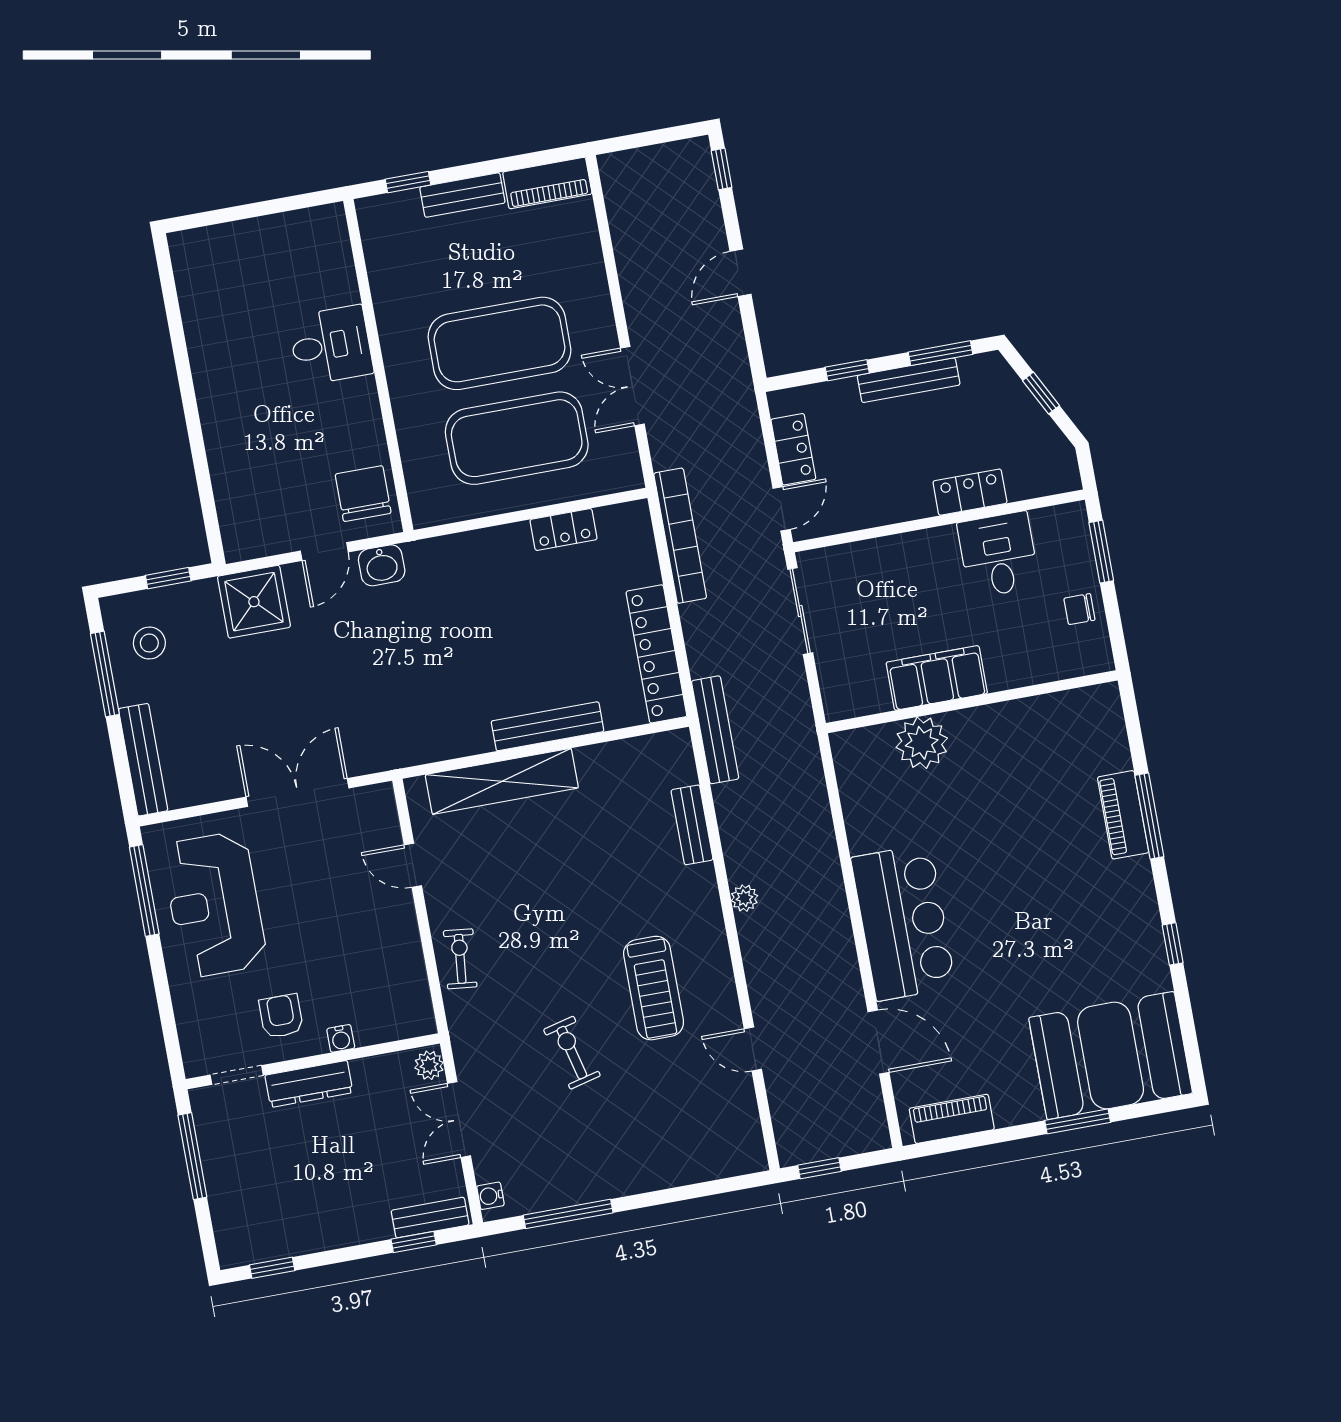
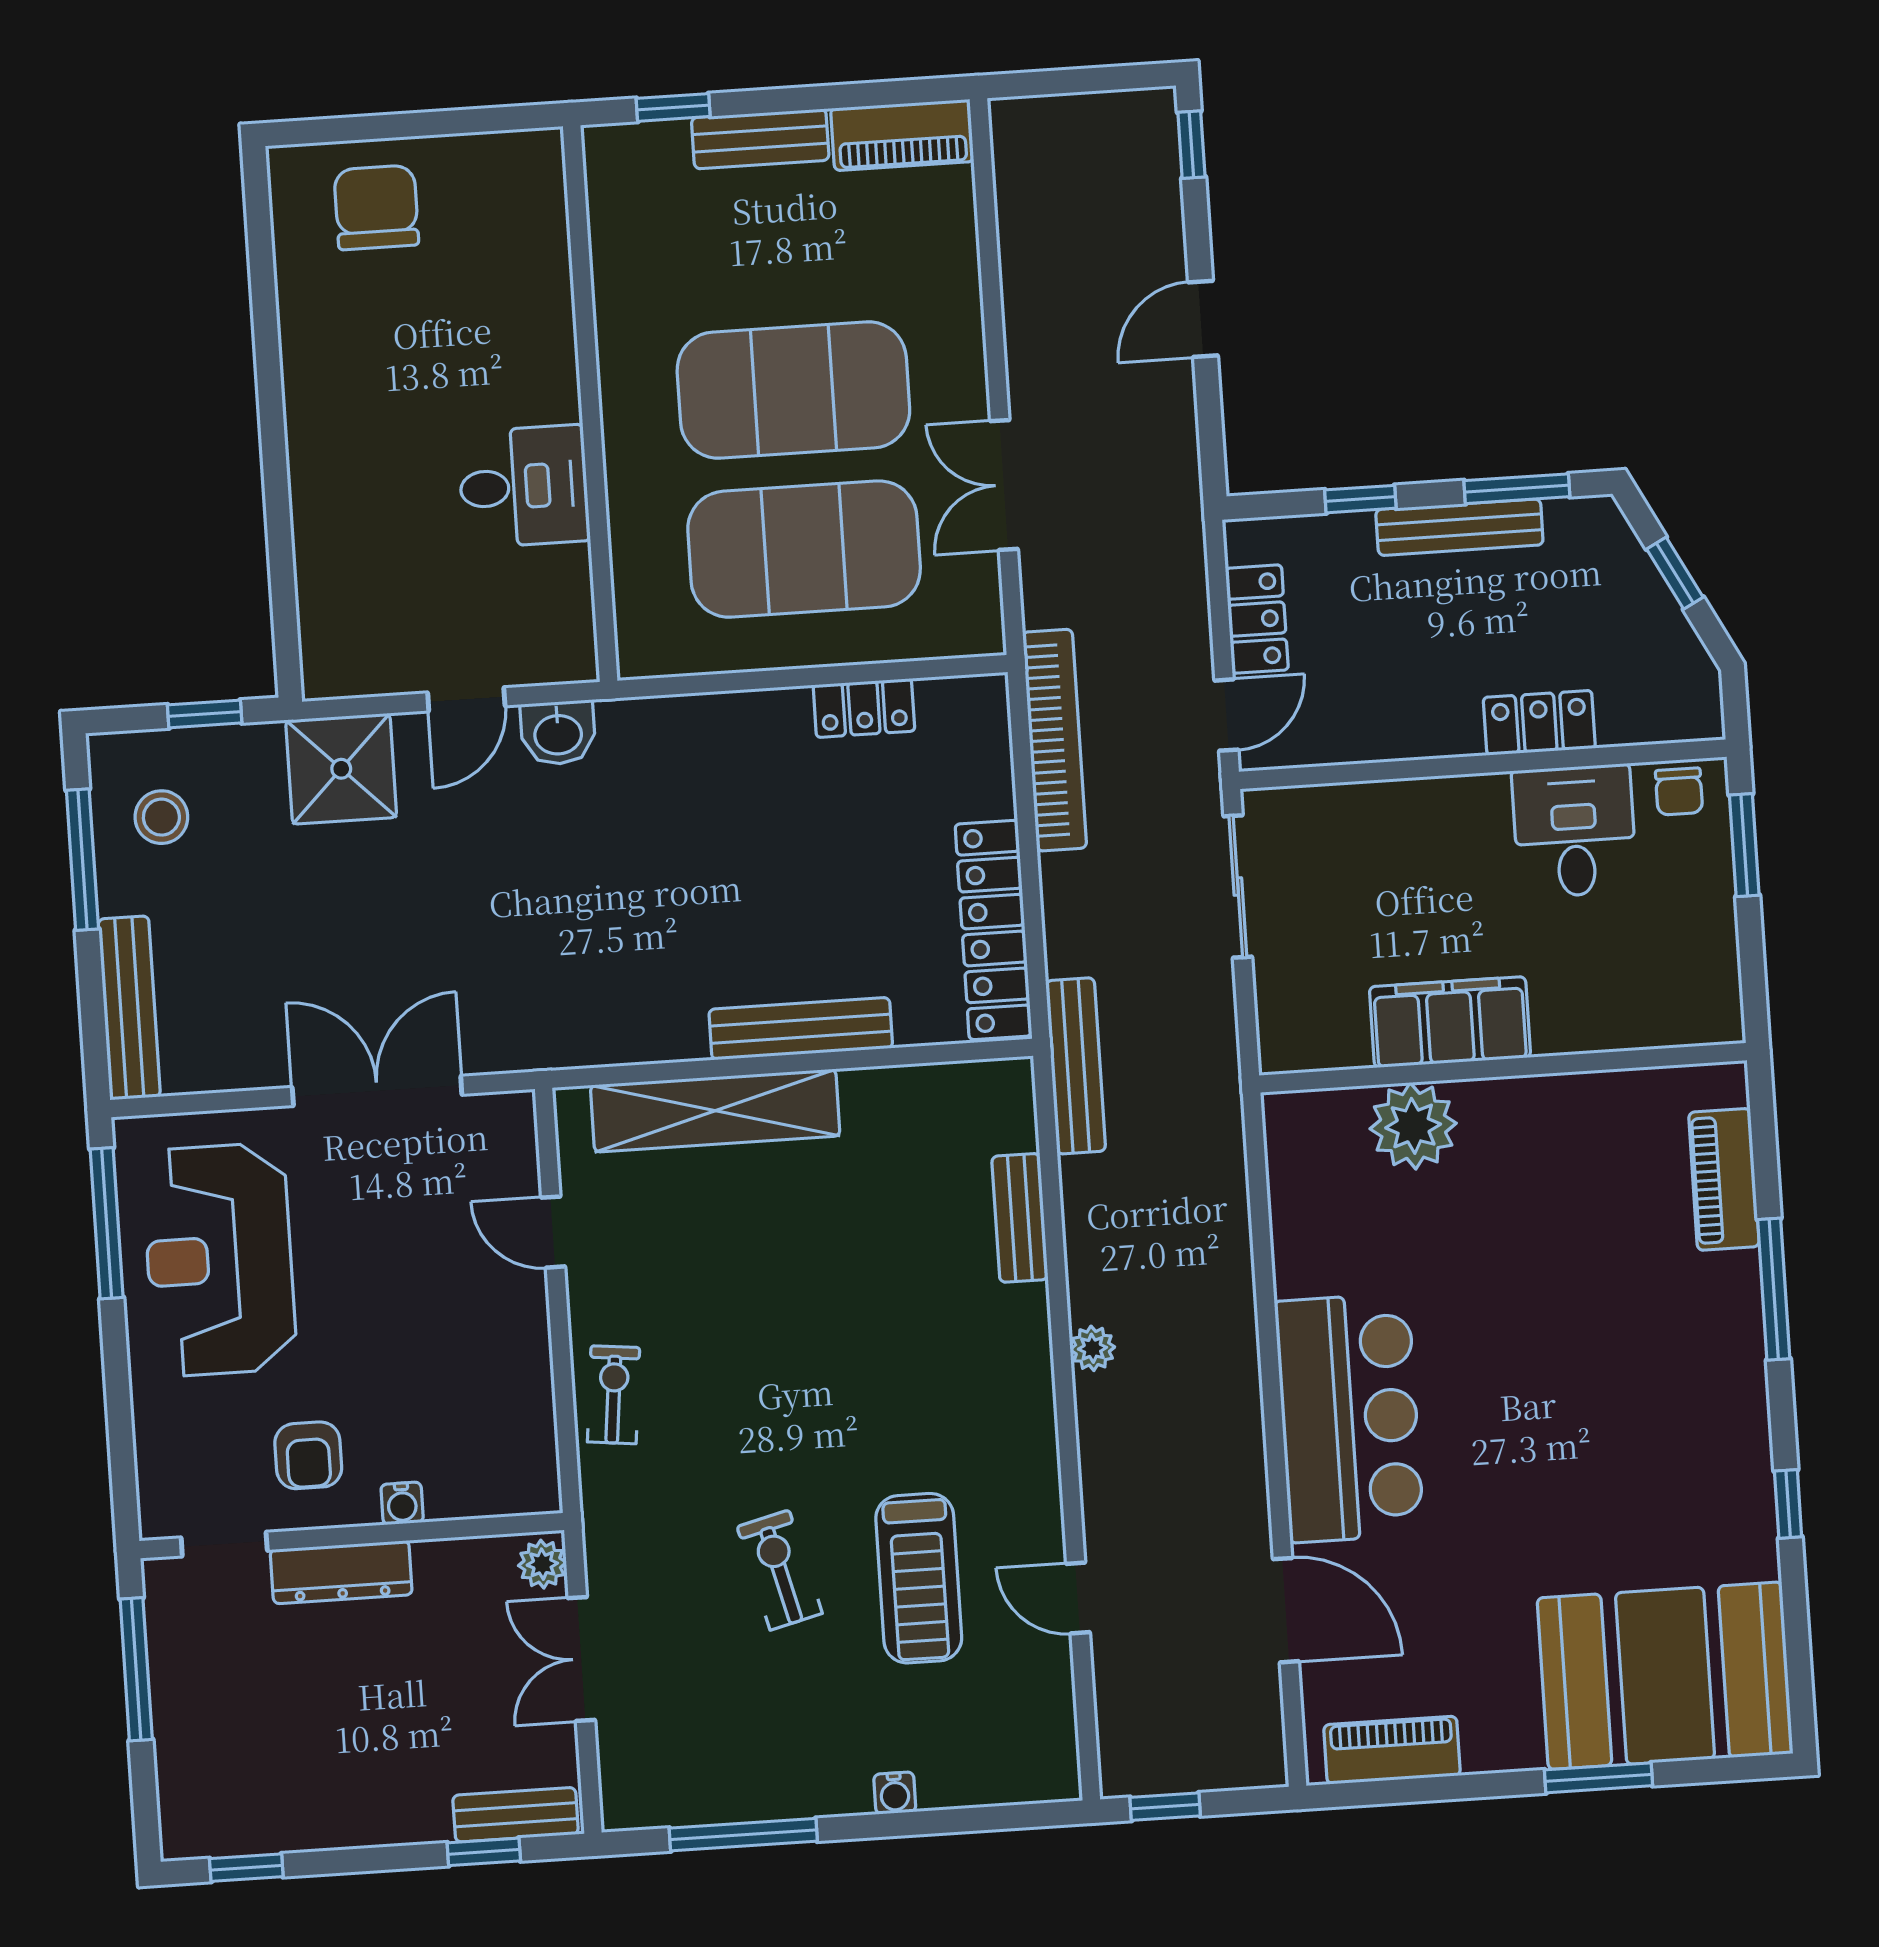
desk: (331, 345) -> (524, 486), moved
chair: (363, 494) -> (376, 207), moved
chair: (1079, 609) -> (1679, 792), moved, turned -90
piano: (1123, 815) -> (1724, 1179), moved
treadmill: (654, 988) -> (919, 1578), moved
armchair: (281, 1016) -> (308, 1455), turned 180
water cooler: (490, 1196) -> (895, 1793), moved, turned -90

